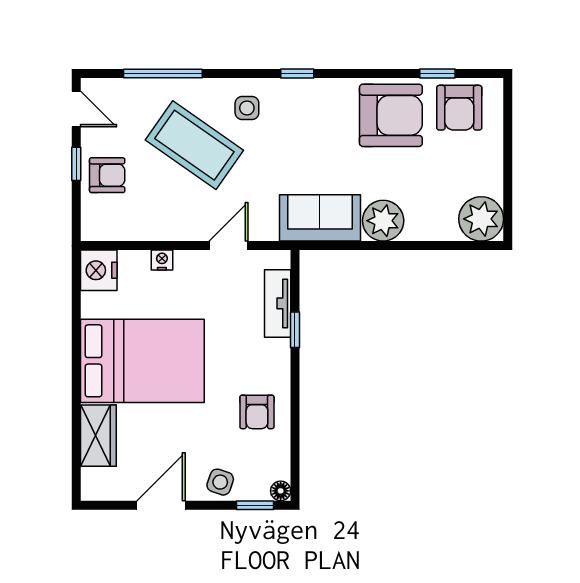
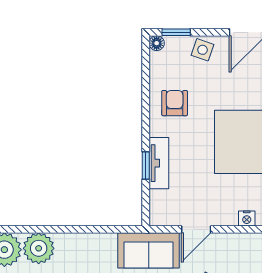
sofa: (320, 218) -> (149, 250), moved
plant: (383, 221) -> (39, 248), moved
tv unit: (278, 303) -> (159, 163), moved

